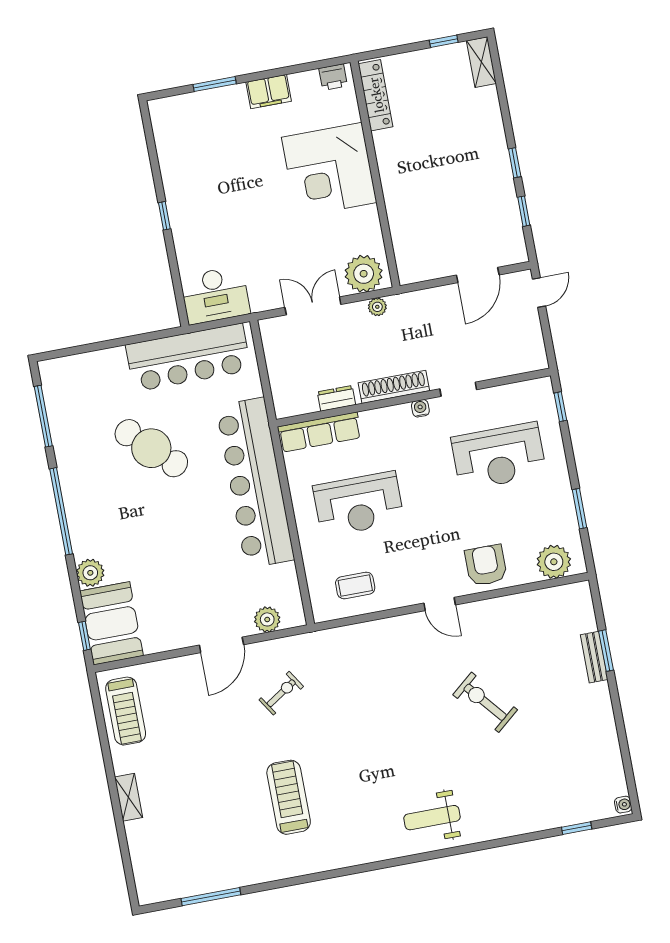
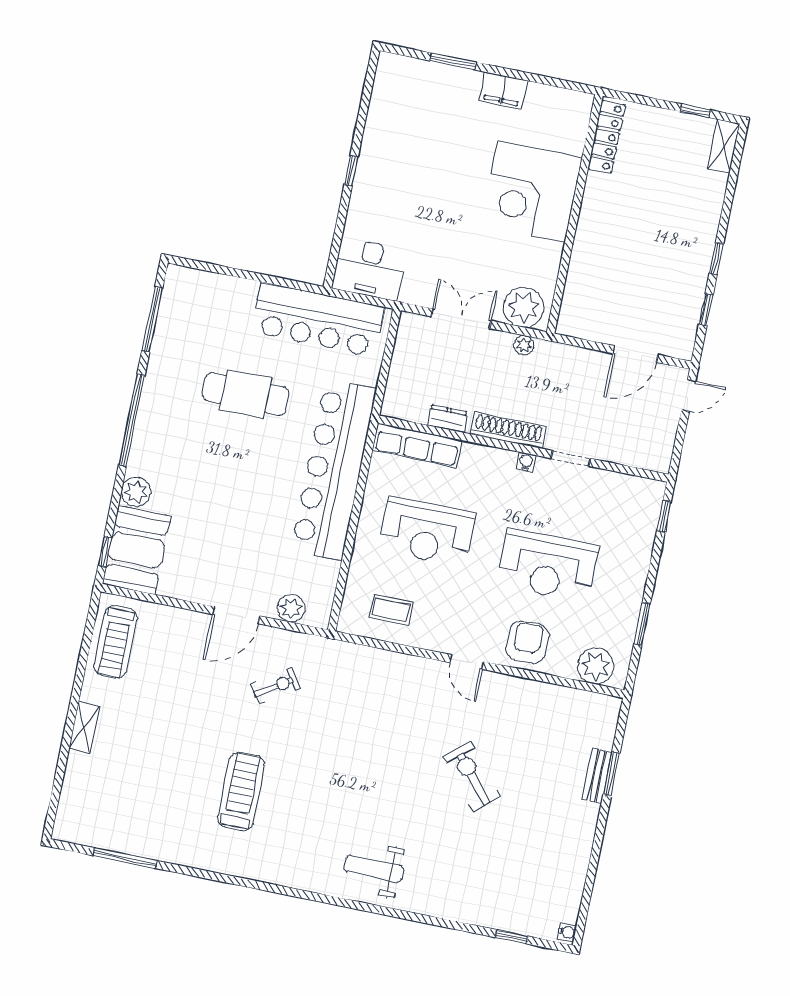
printer: (333, 77) -> (572, 102), removed
cafe table: (151, 448) -> (246, 394), turned -44
reception desk: (499, 456) -> (548, 565), moved

